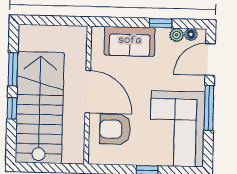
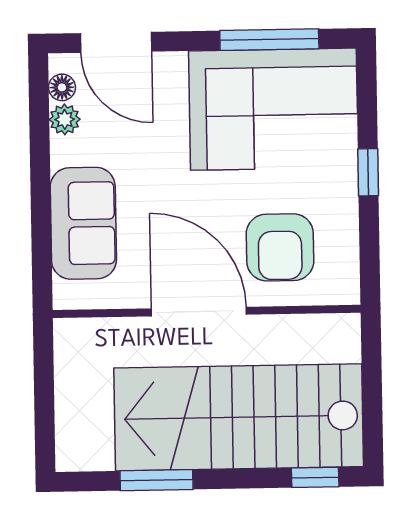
window: (161, 23) -> (40, 156), removed
door: (88, 92) -> (199, 312), hinge flipped
window: (12, 108) -> (315, 477), moved
window: (209, 108) -> (269, 40), moved

